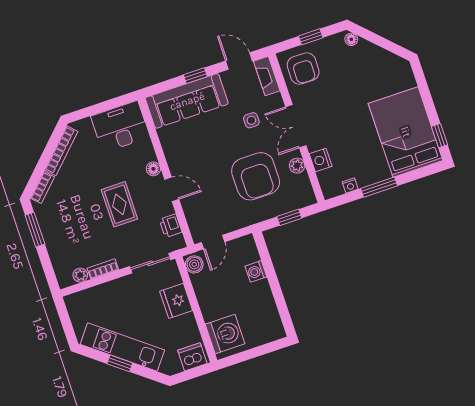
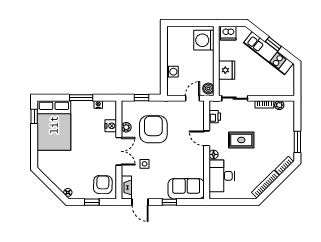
sofa: (187, 101) -> (186, 189), width x0.73
desk: (120, 127) -> (222, 176), moved, turned 90
rug: (119, 204) -> (241, 140), turned 90

